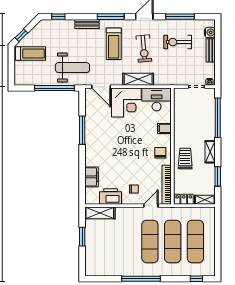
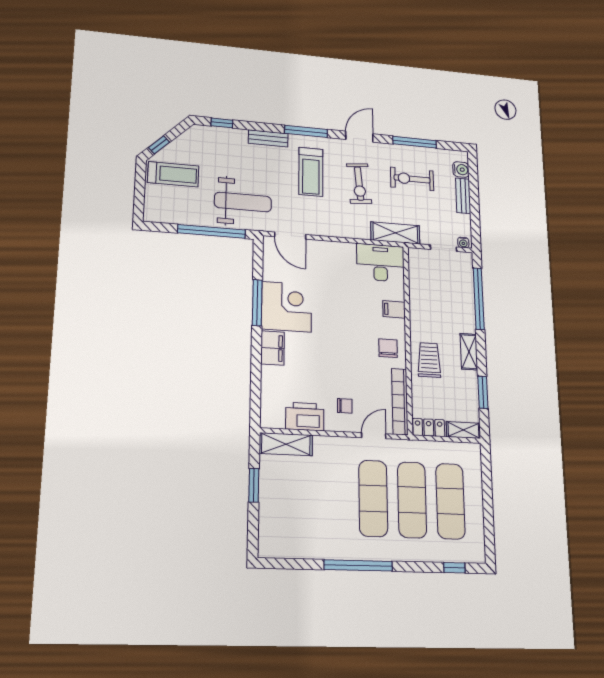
shelving: (138, 79) -> (395, 233), moved
corner desk: (126, 103) -> (287, 307), moved, turned -90
filing cabinet: (91, 177) -> (272, 348), moved

